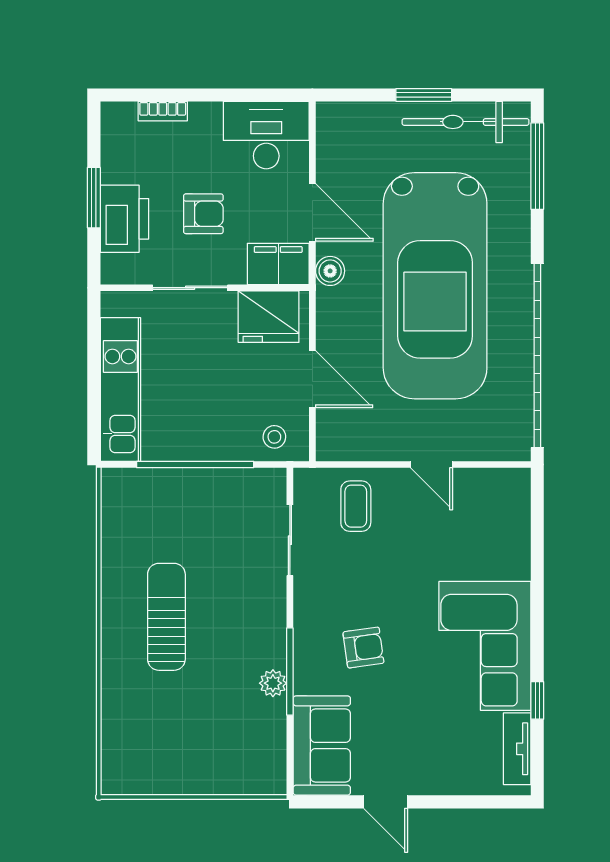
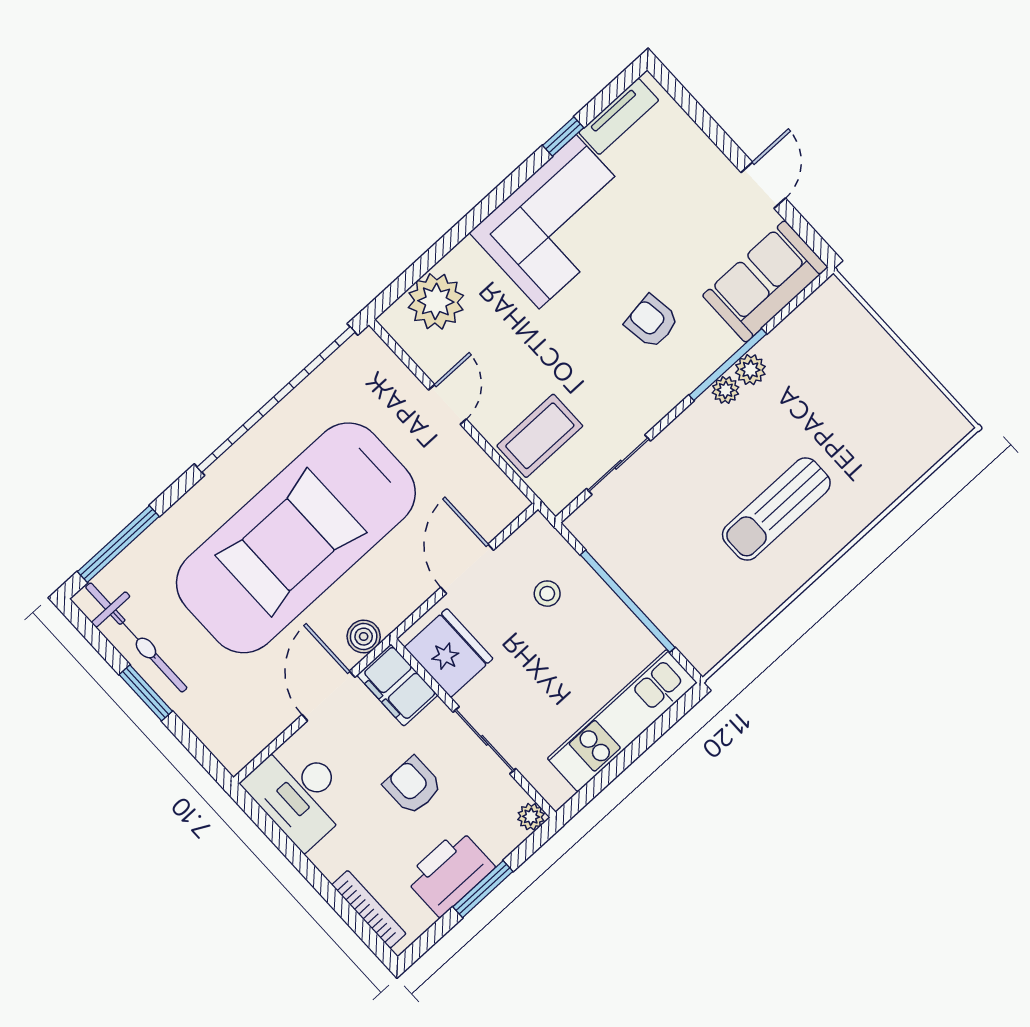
bookcase: (163, 111) -> (369, 909), width x1.56
printer: (124, 219) -> (450, 873), moved
plant: (112, 272) -> (531, 817), added
car: (435, 286) -> (296, 538), turned 180
stool: (274, 437) -> (547, 594), moved
coffee table: (356, 506) -> (540, 436), width x1.36, depth x1.30
plant: (506, 519) -> (436, 301), added
plant: (275, 655) -> (726, 390), added

